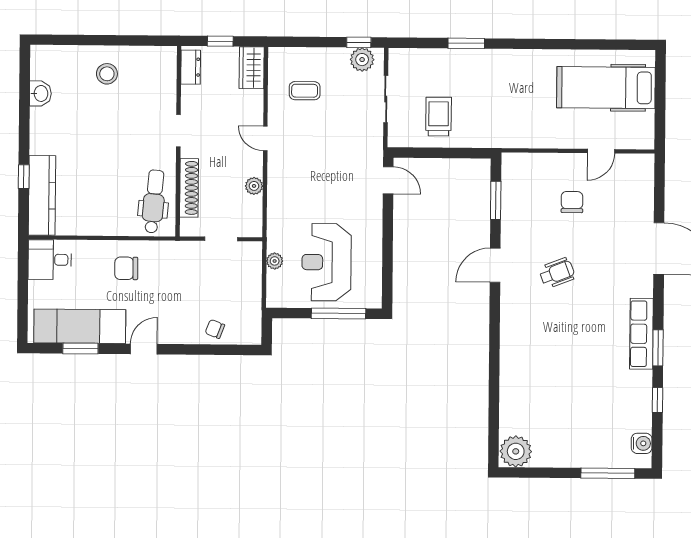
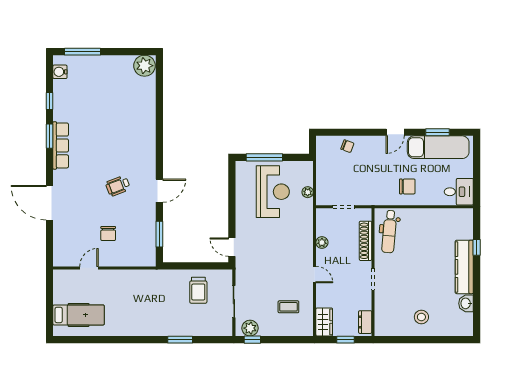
hospital bed: (606, 88) -> (79, 315), width x0.73, depth x0.78
kitchen counter: (42, 195) -> (464, 267), moved

